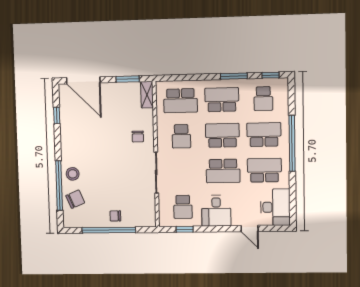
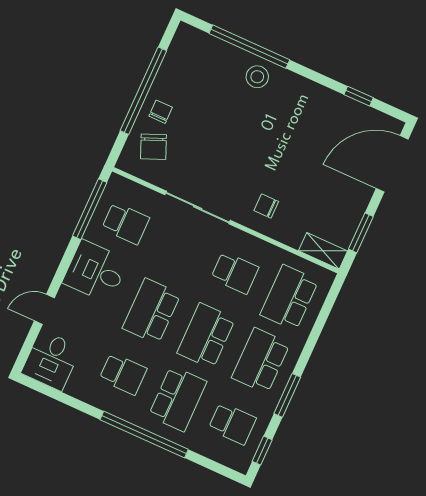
school desk: (263, 99) -> (232, 423), turned 180
school desk: (222, 100) -> (261, 361), turned 180
school desk: (222, 135) -> (206, 336), turned 180
school desk: (181, 136) -> (235, 273), turned 180
school desk: (264, 170) -> (123, 374), width x0.54
chair: (75, 199) -> (154, 147), moved
school desk: (183, 207) -> (126, 223), turned 180
desk: (275, 207) -> (51, 360), width x0.73
window: (185, 229) -> (90, 209), width x2.17

